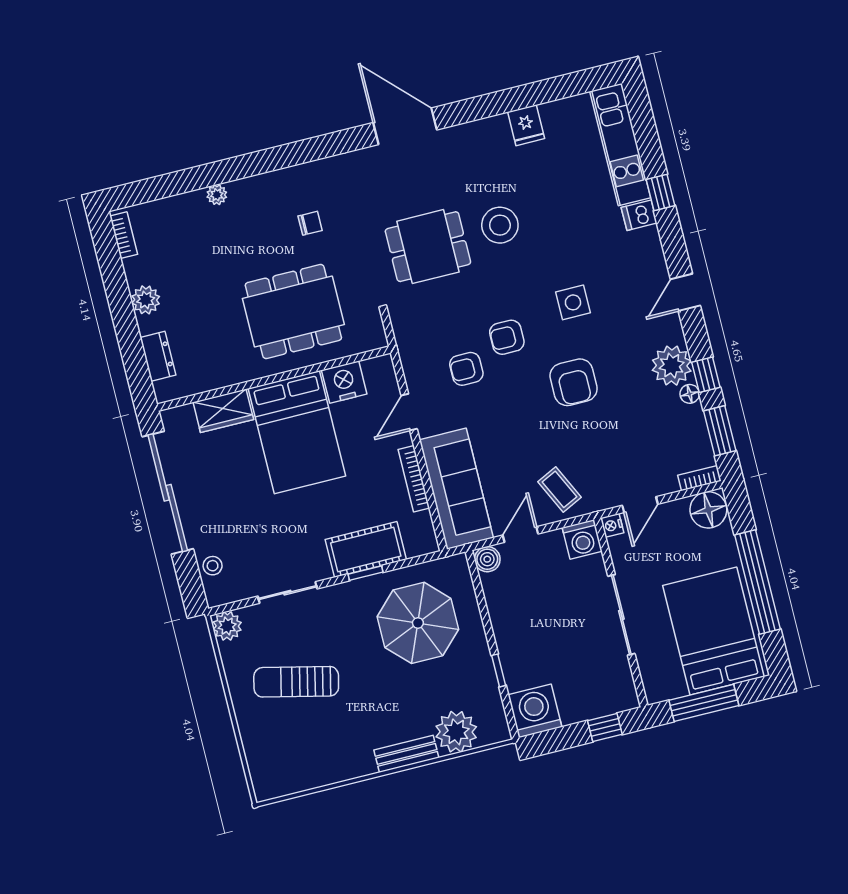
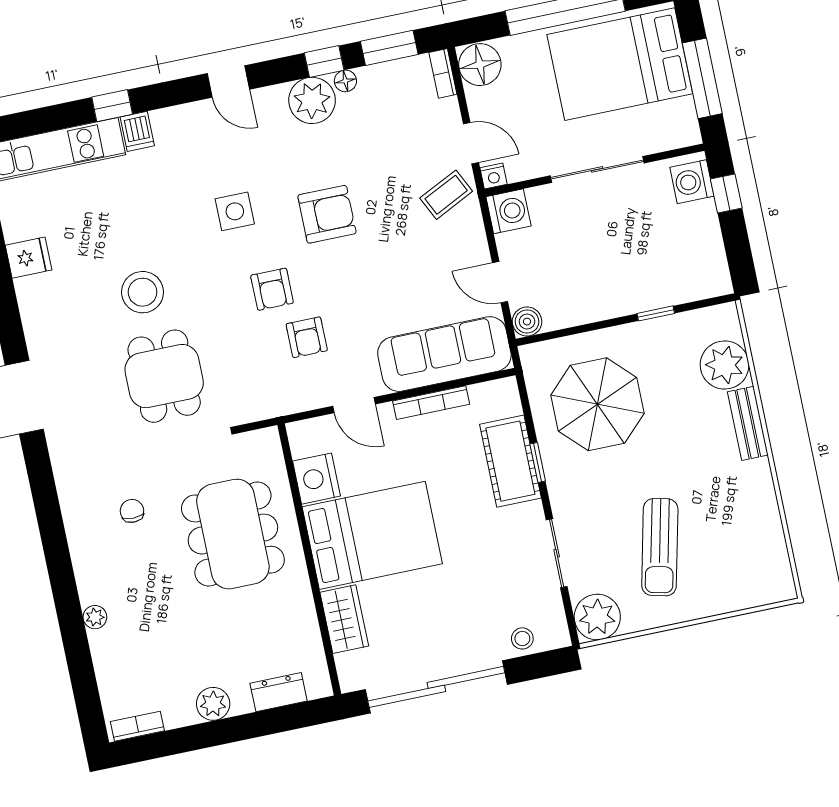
coffee table: (559, 489) -> (446, 195), moved
plant: (227, 626) -> (597, 617), width x1.36, depth x1.36
washing machine: (535, 711) -> (692, 182), moved, width x0.73, depth x0.73

